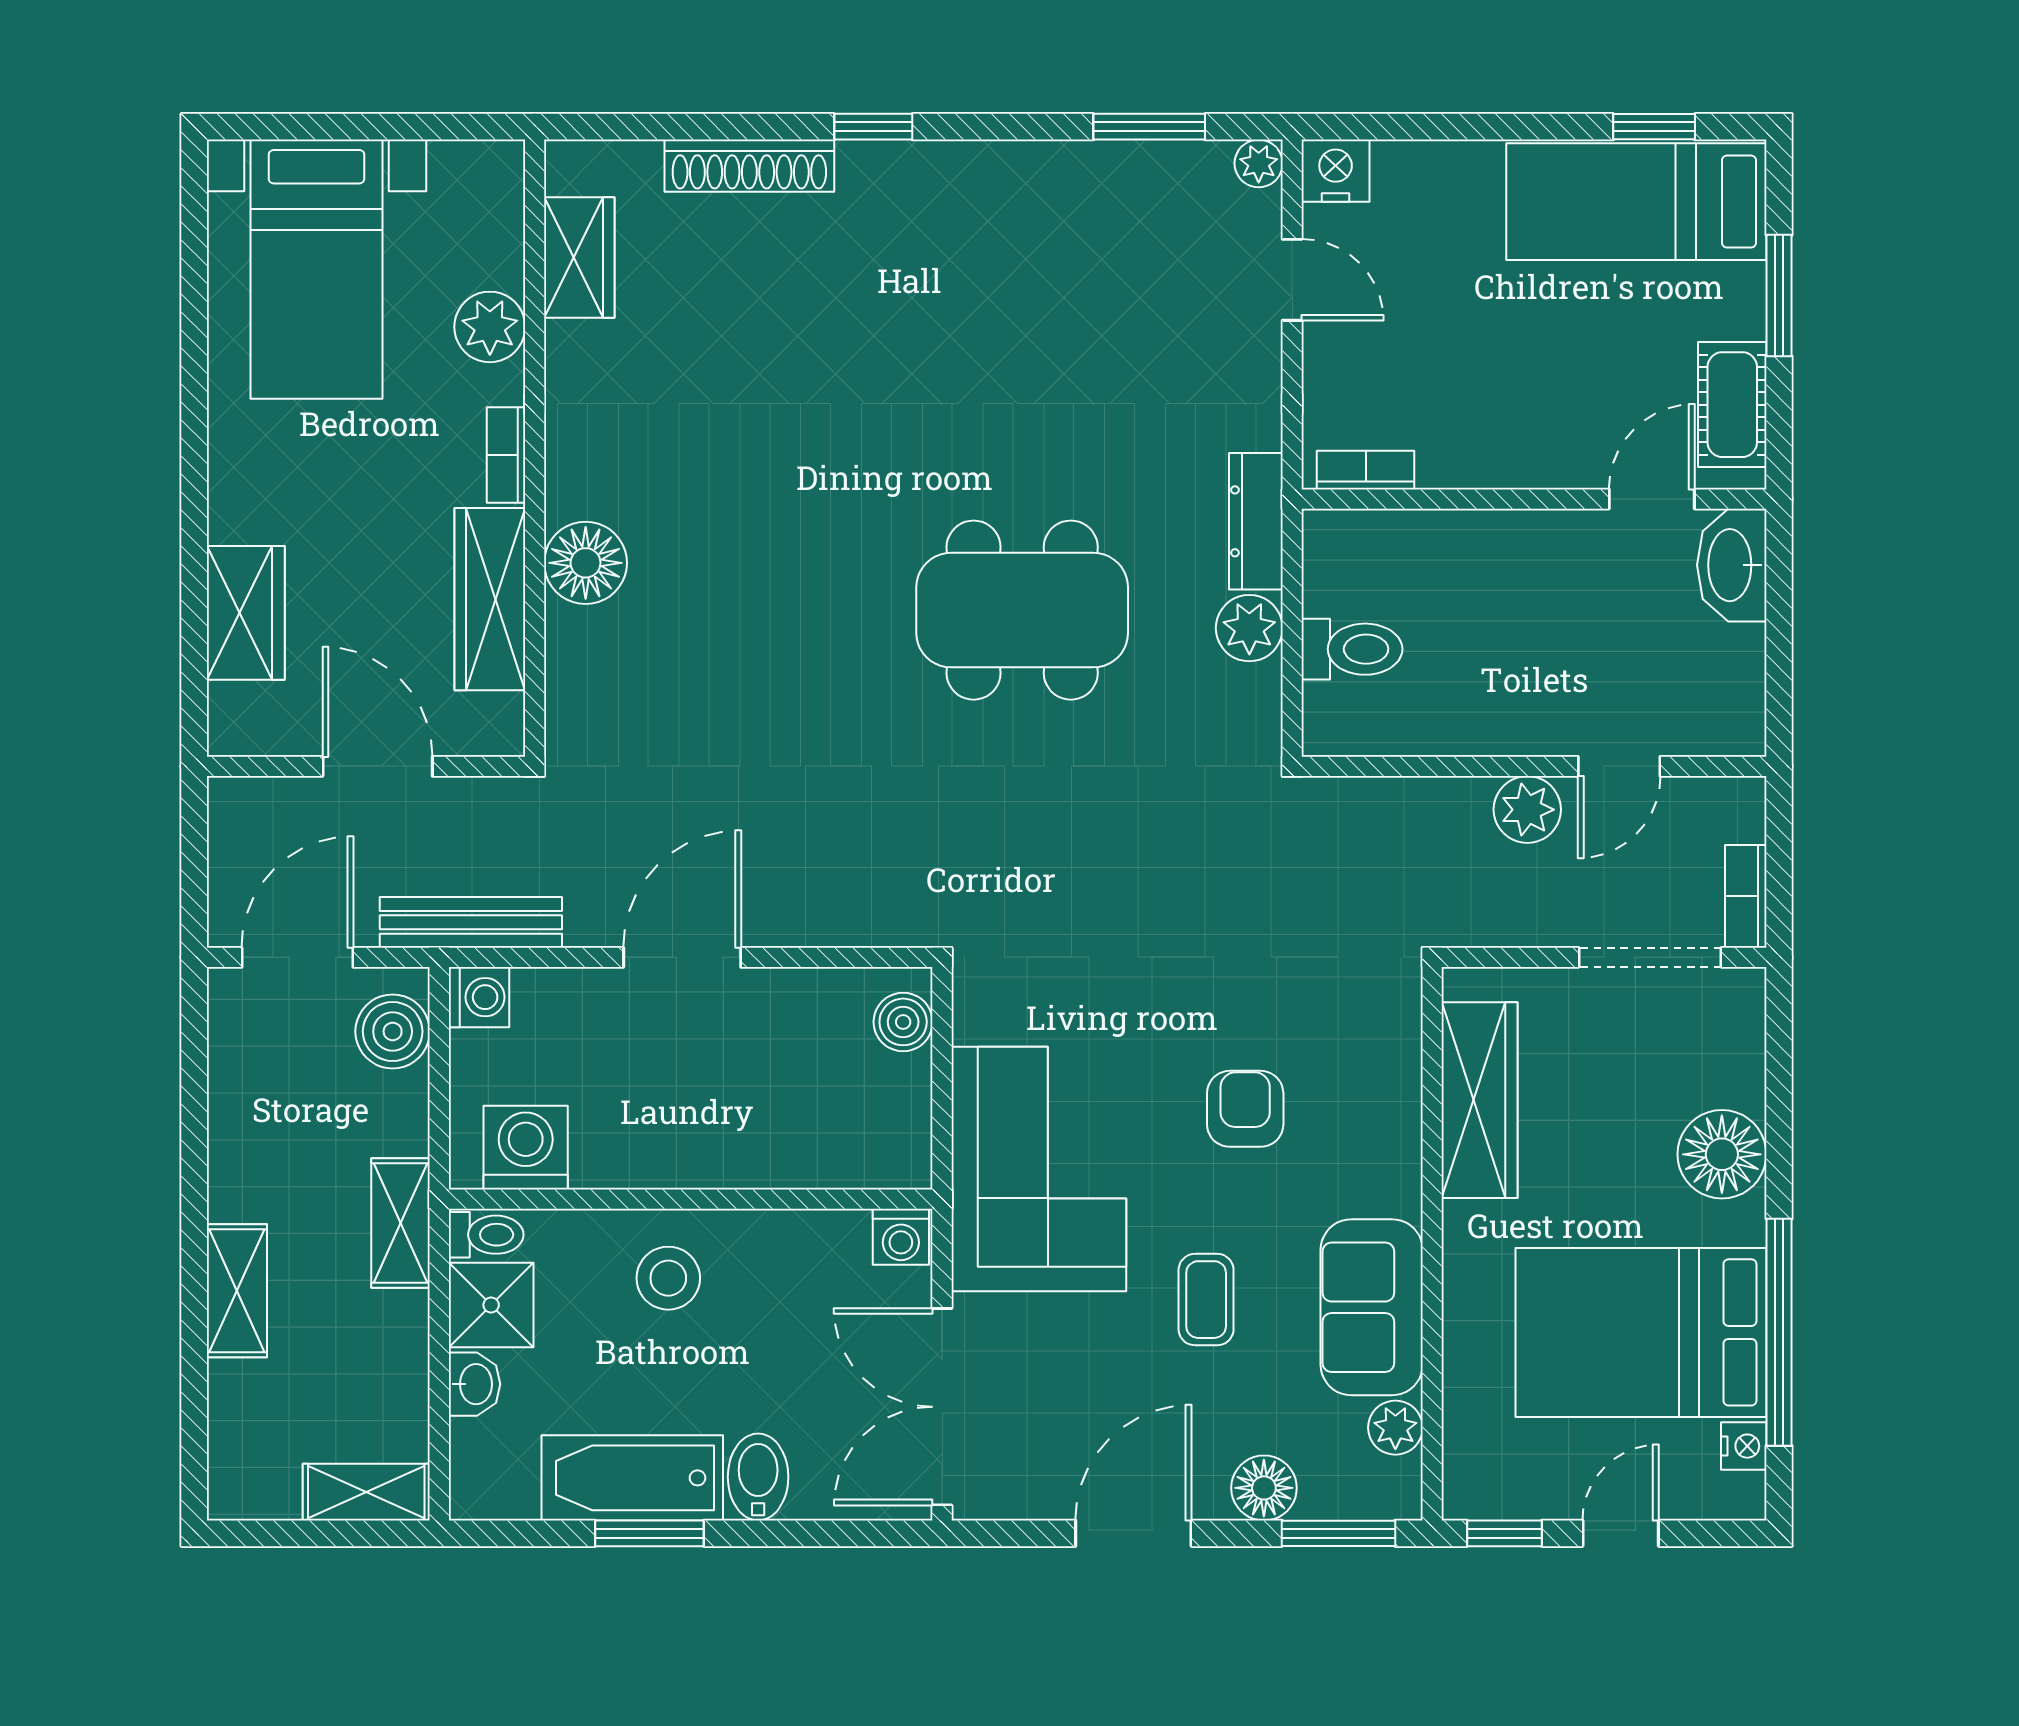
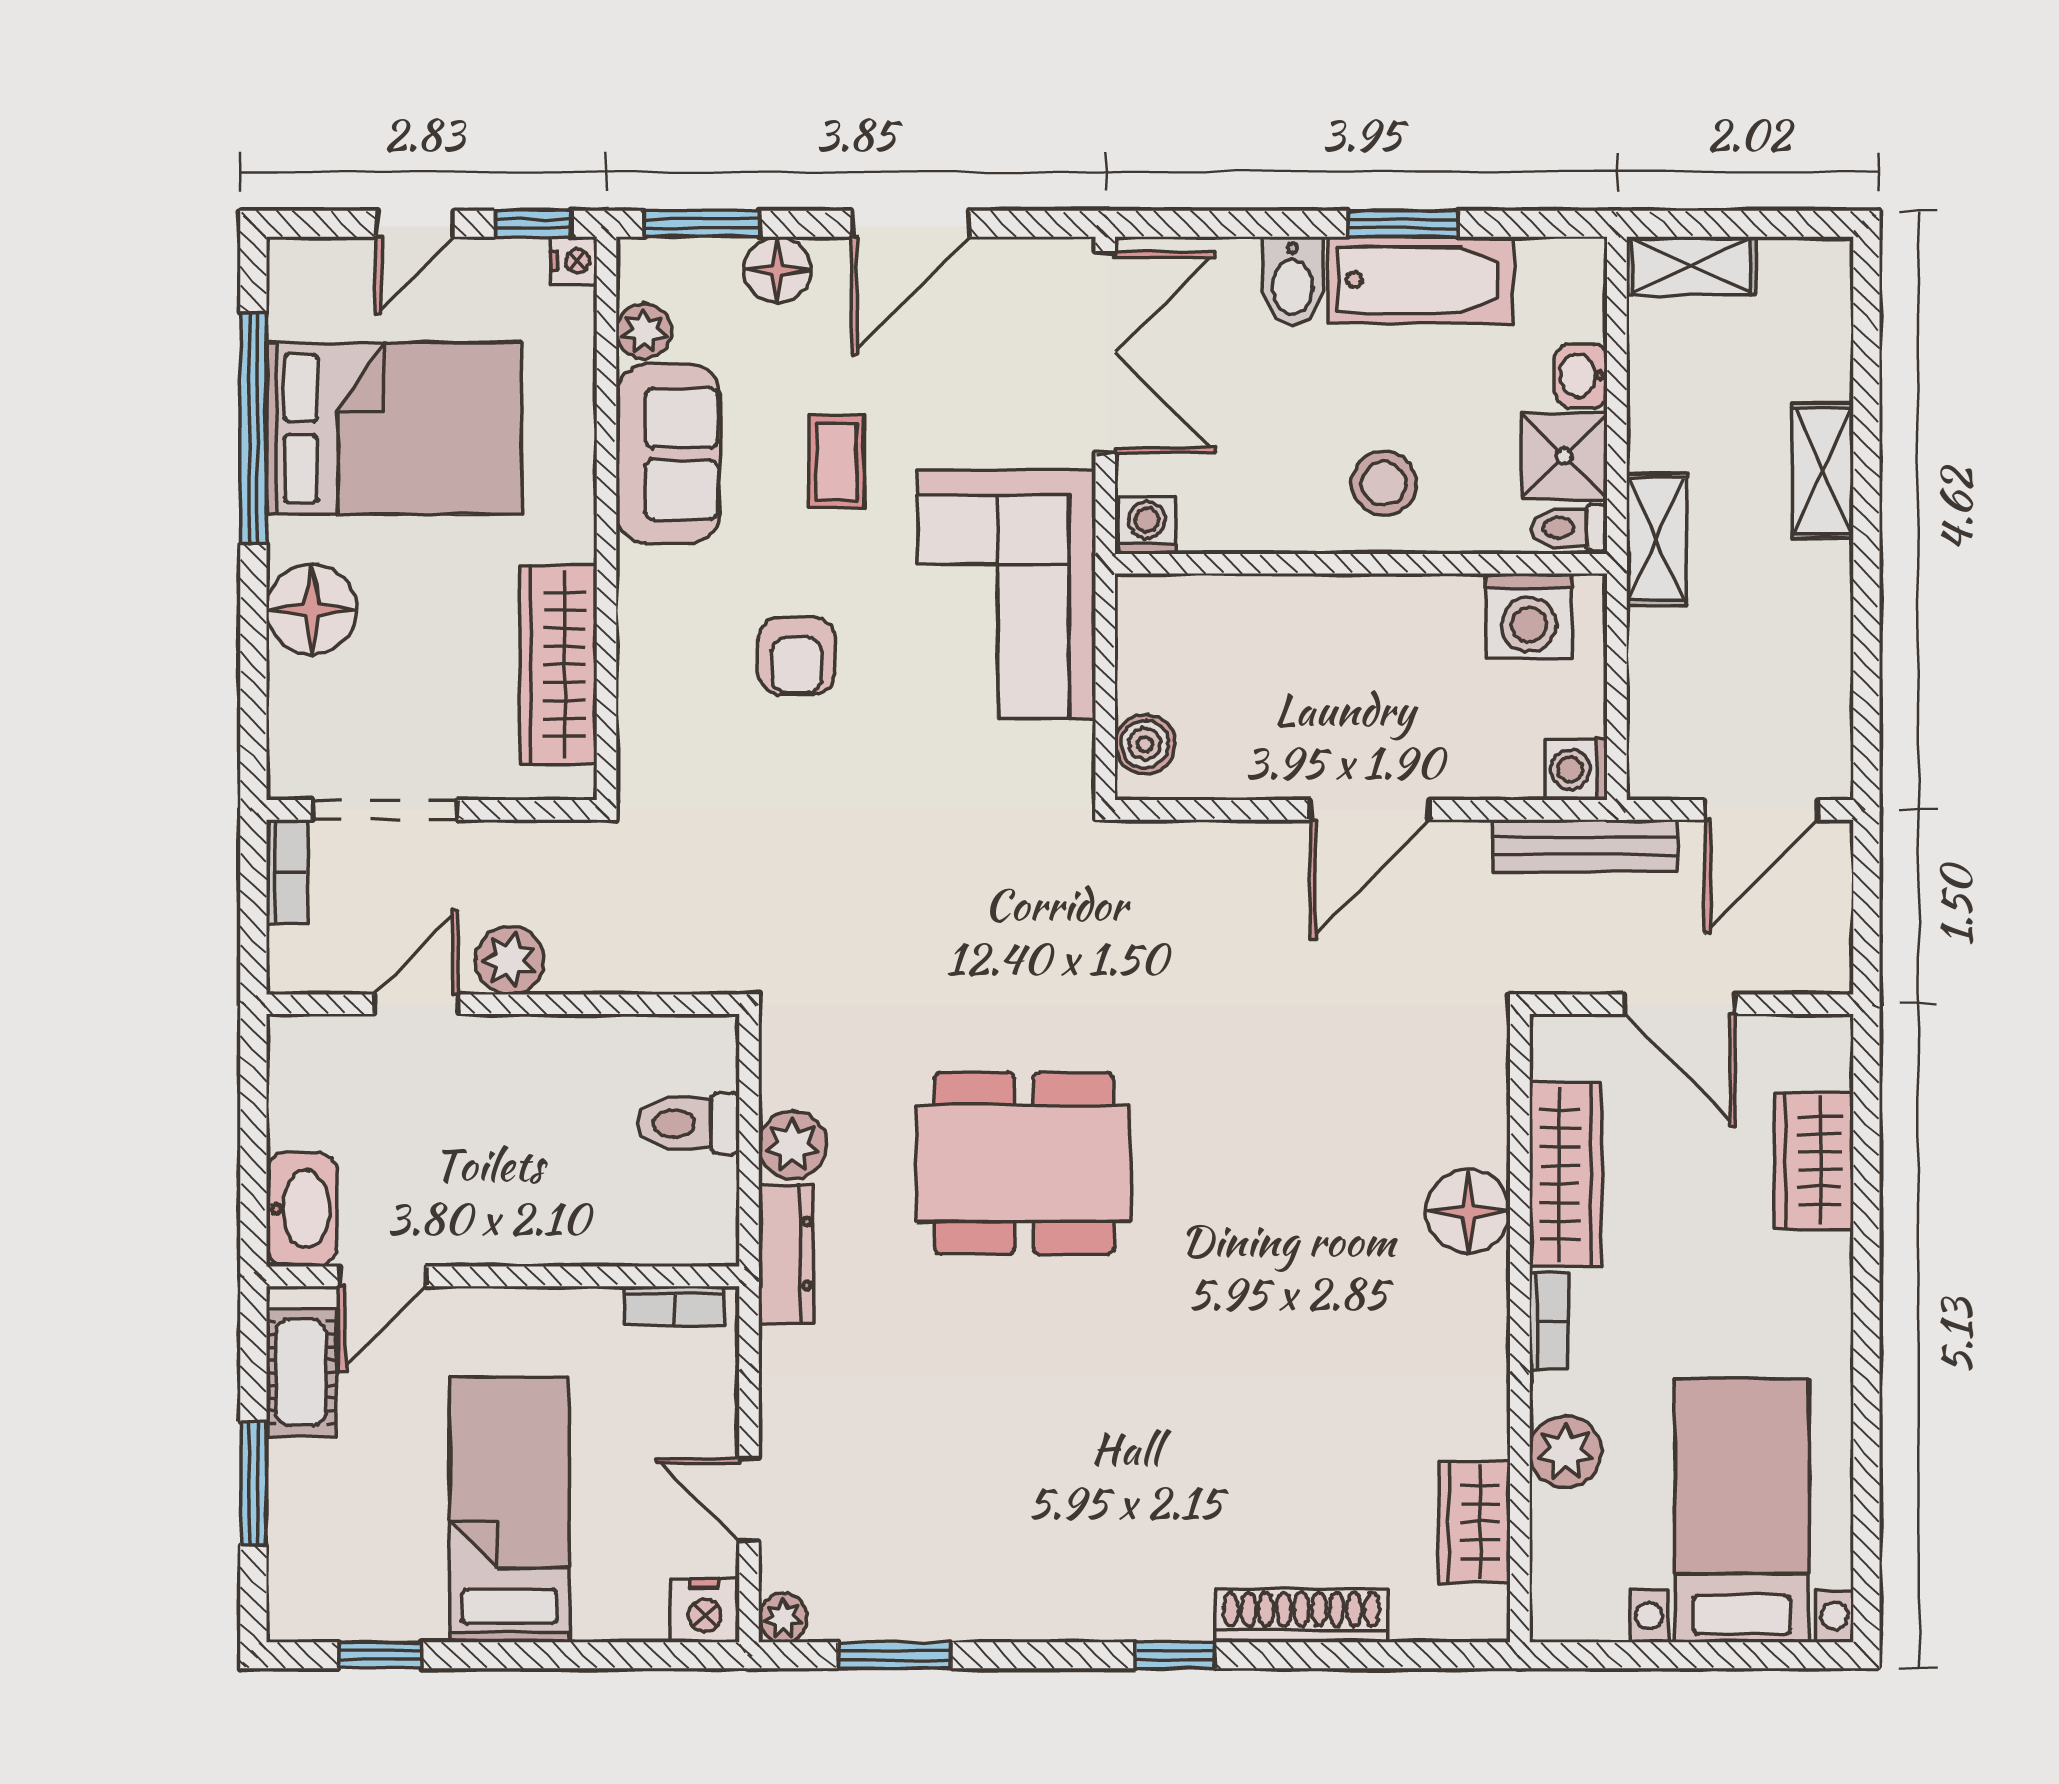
bed: (1636, 202) -> (509, 1510), moved, turned -90
boiler: (393, 1031) -> (1664, 734), removed
nightstand: (1744, 1446) -> (574, 261), moved, turned 180

